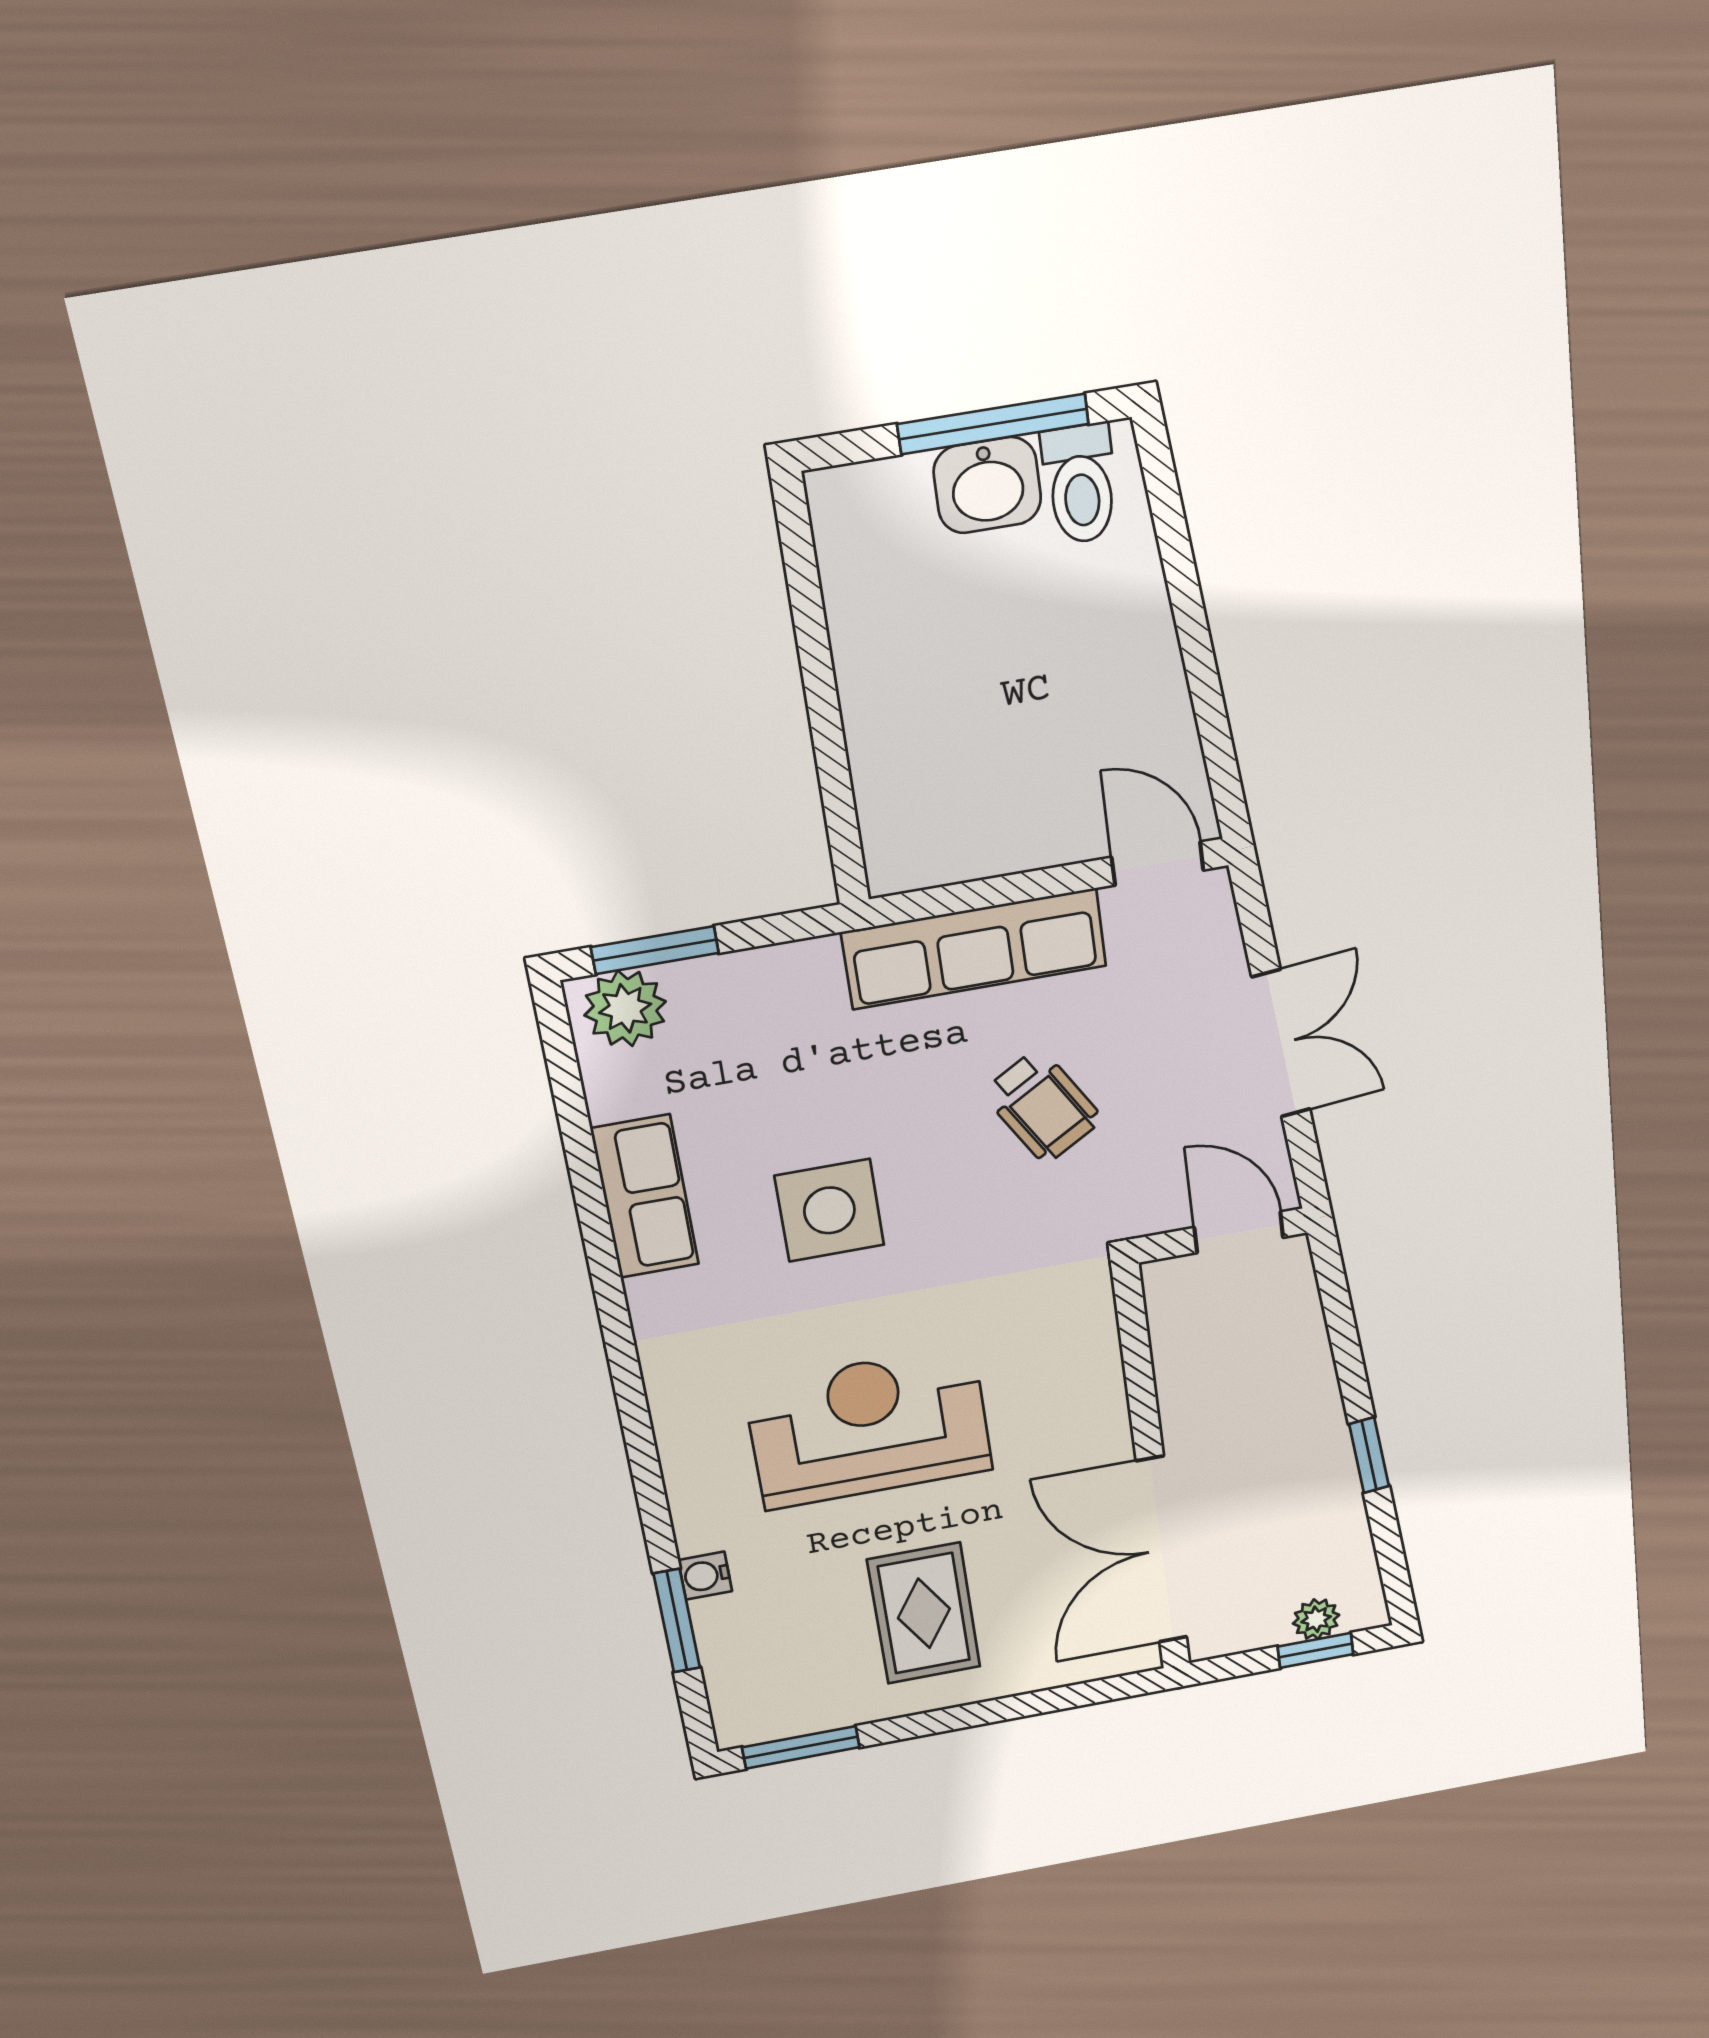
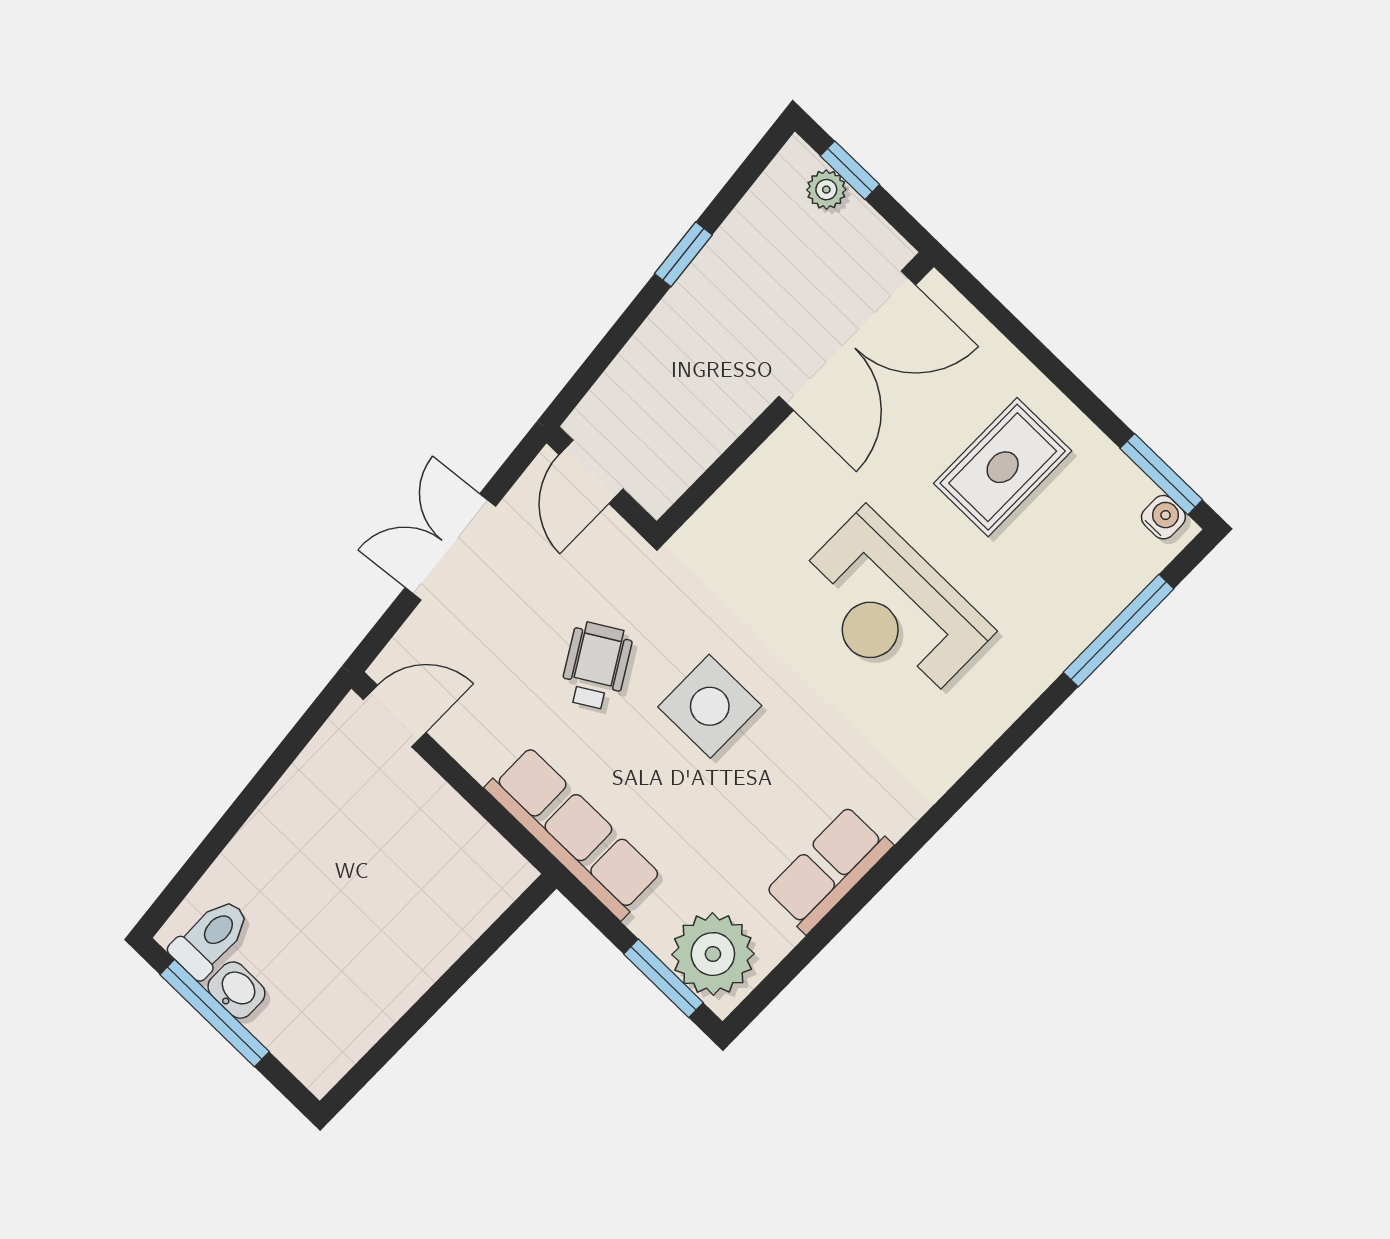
washbasin: (987, 485) -> (236, 990), width x0.72, depth x0.69
door: (1158, 864) -> (395, 716), swing flipped
row of seats: (974, 949) -> (574, 833), moved
plant: (625, 1008) -> (713, 954), width x1.36, depth x1.36
side table: (829, 1210) -> (710, 706), moved
water cooler: (705, 1576) -> (1163, 517), moved, turned -90
window: (677, 1621) -> (1119, 631), width x1.44

